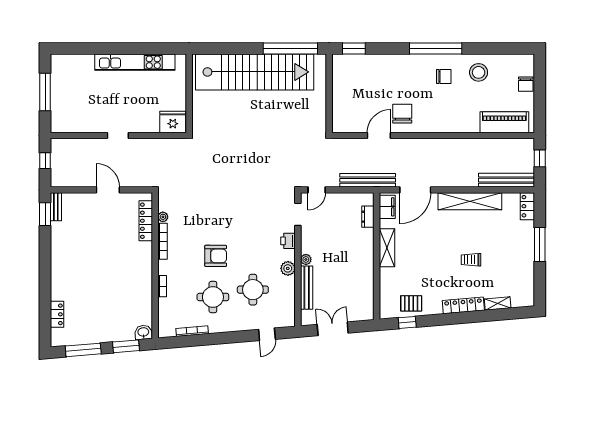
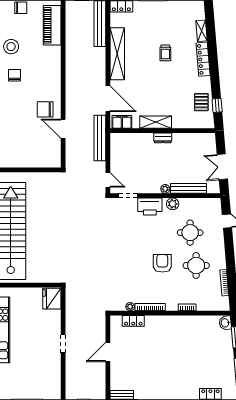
dresser: (368, 217) -> (163, 138), moved
locker: (146, 221) -> (133, 321), width x0.66
printer: (288, 241) -> (150, 206), width x1.87, depth x1.48

